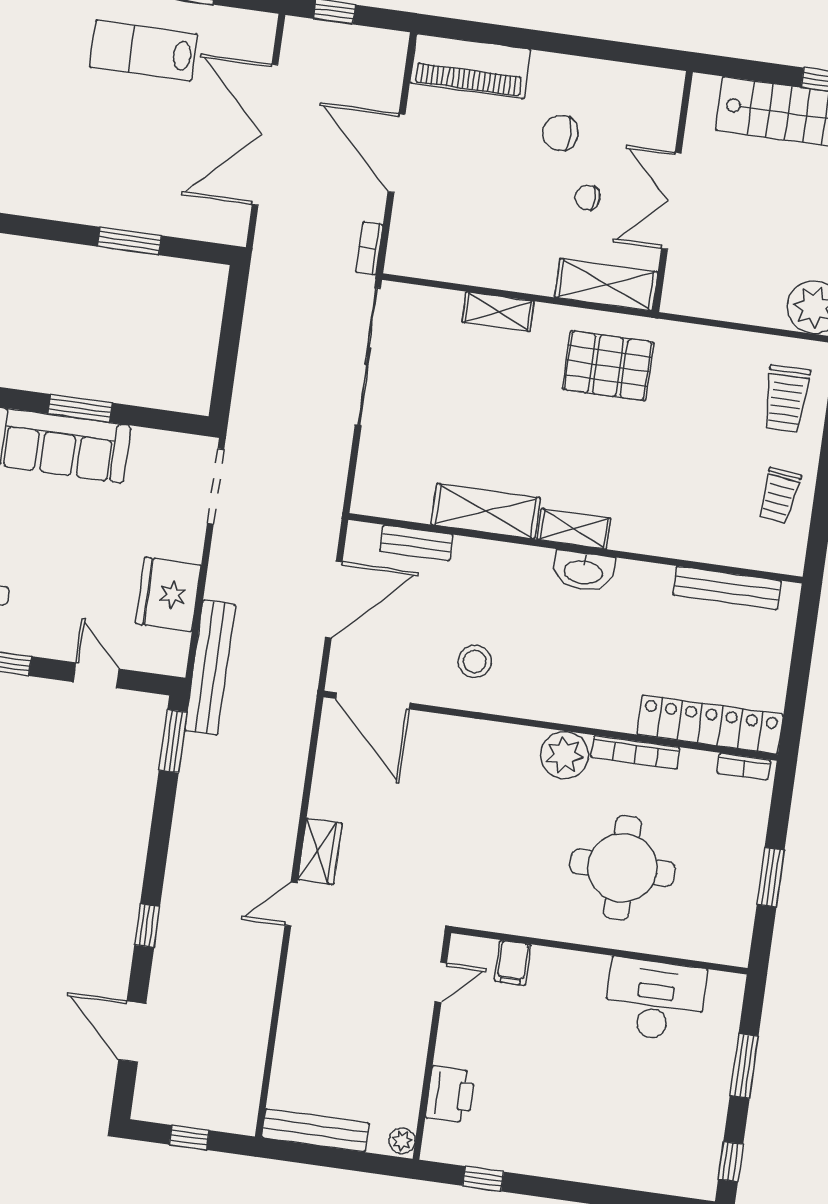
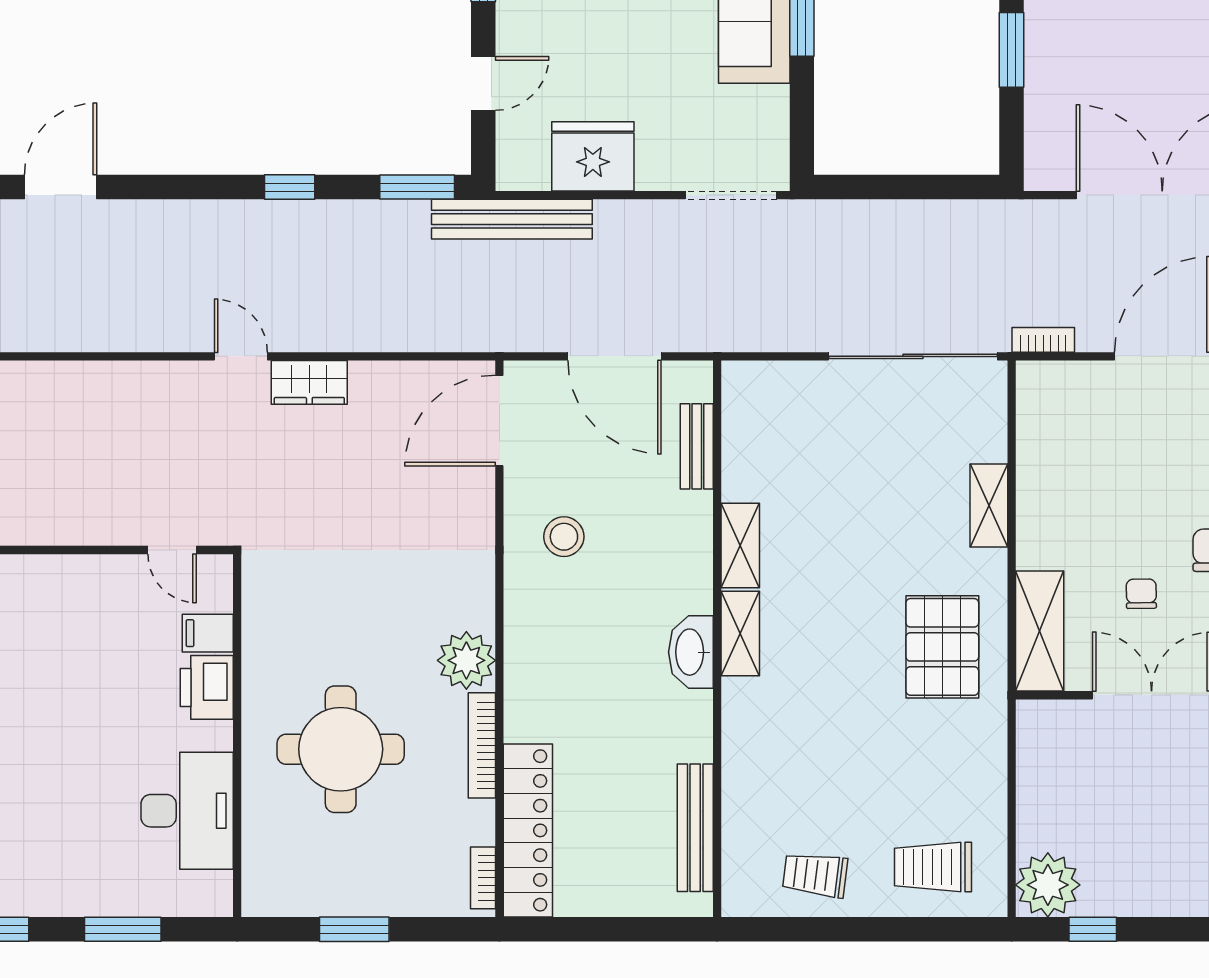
shelving: (486, 511) -> (740, 546), width x0.67, depth x0.75
window: (147, 926) -> (290, 187), moved
printer: (450, 1095) -> (207, 687), moved, turned 90

